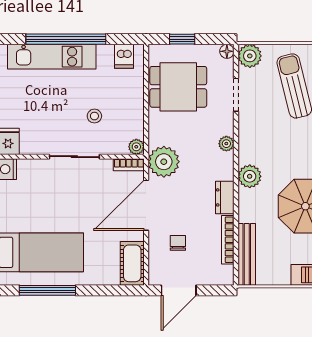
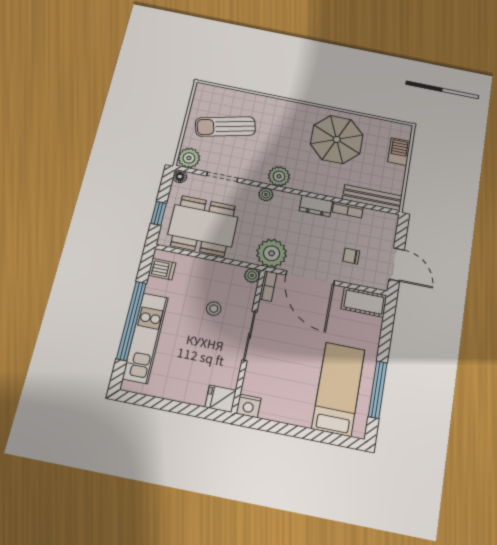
dining table: (178, 87) -> (203, 226), width x1.38
plant: (250, 176) -> (279, 176), moved
bookcase: (228, 240) -> (348, 210), width x0.64

